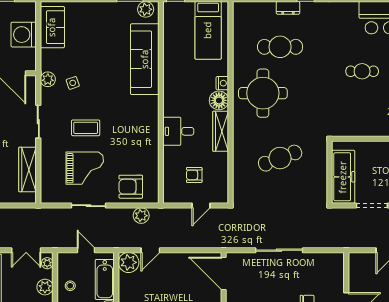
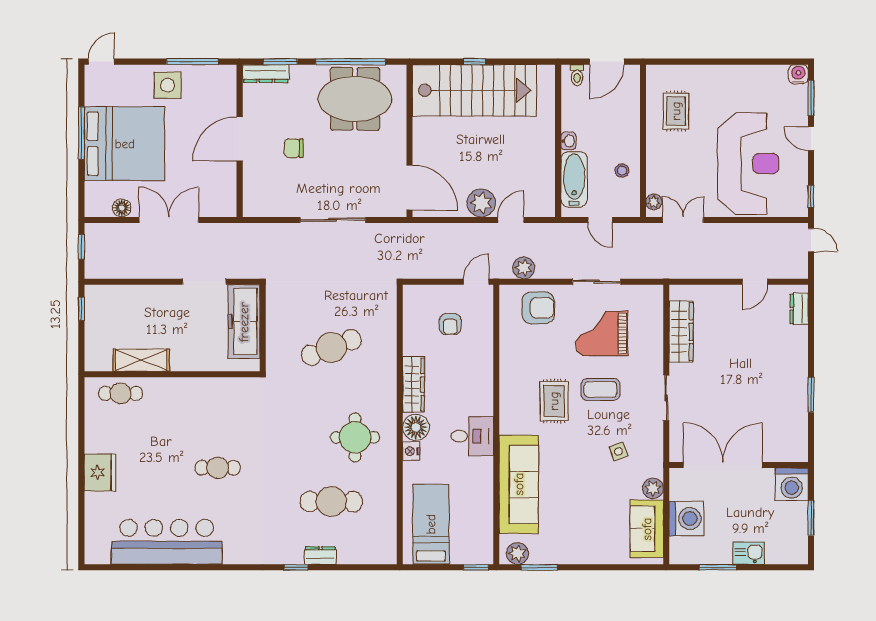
plant: (48, 79) -> (653, 488), moved
round table: (263, 93) -> (355, 437), width x0.73, depth x0.73
rug: (119, 119) -> (554, 401), added
desk: (178, 131) -> (472, 436), moved
armchair: (194, 175) -> (450, 324), turned 90
door: (201, 206) -> (476, 282), moved
plant: (129, 262) -> (481, 203), moved
plant: (45, 287) -> (657, 169), removed

